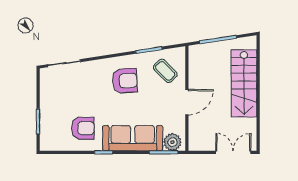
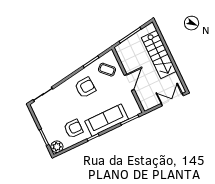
plant: (172, 142) -> (57, 147), moved

